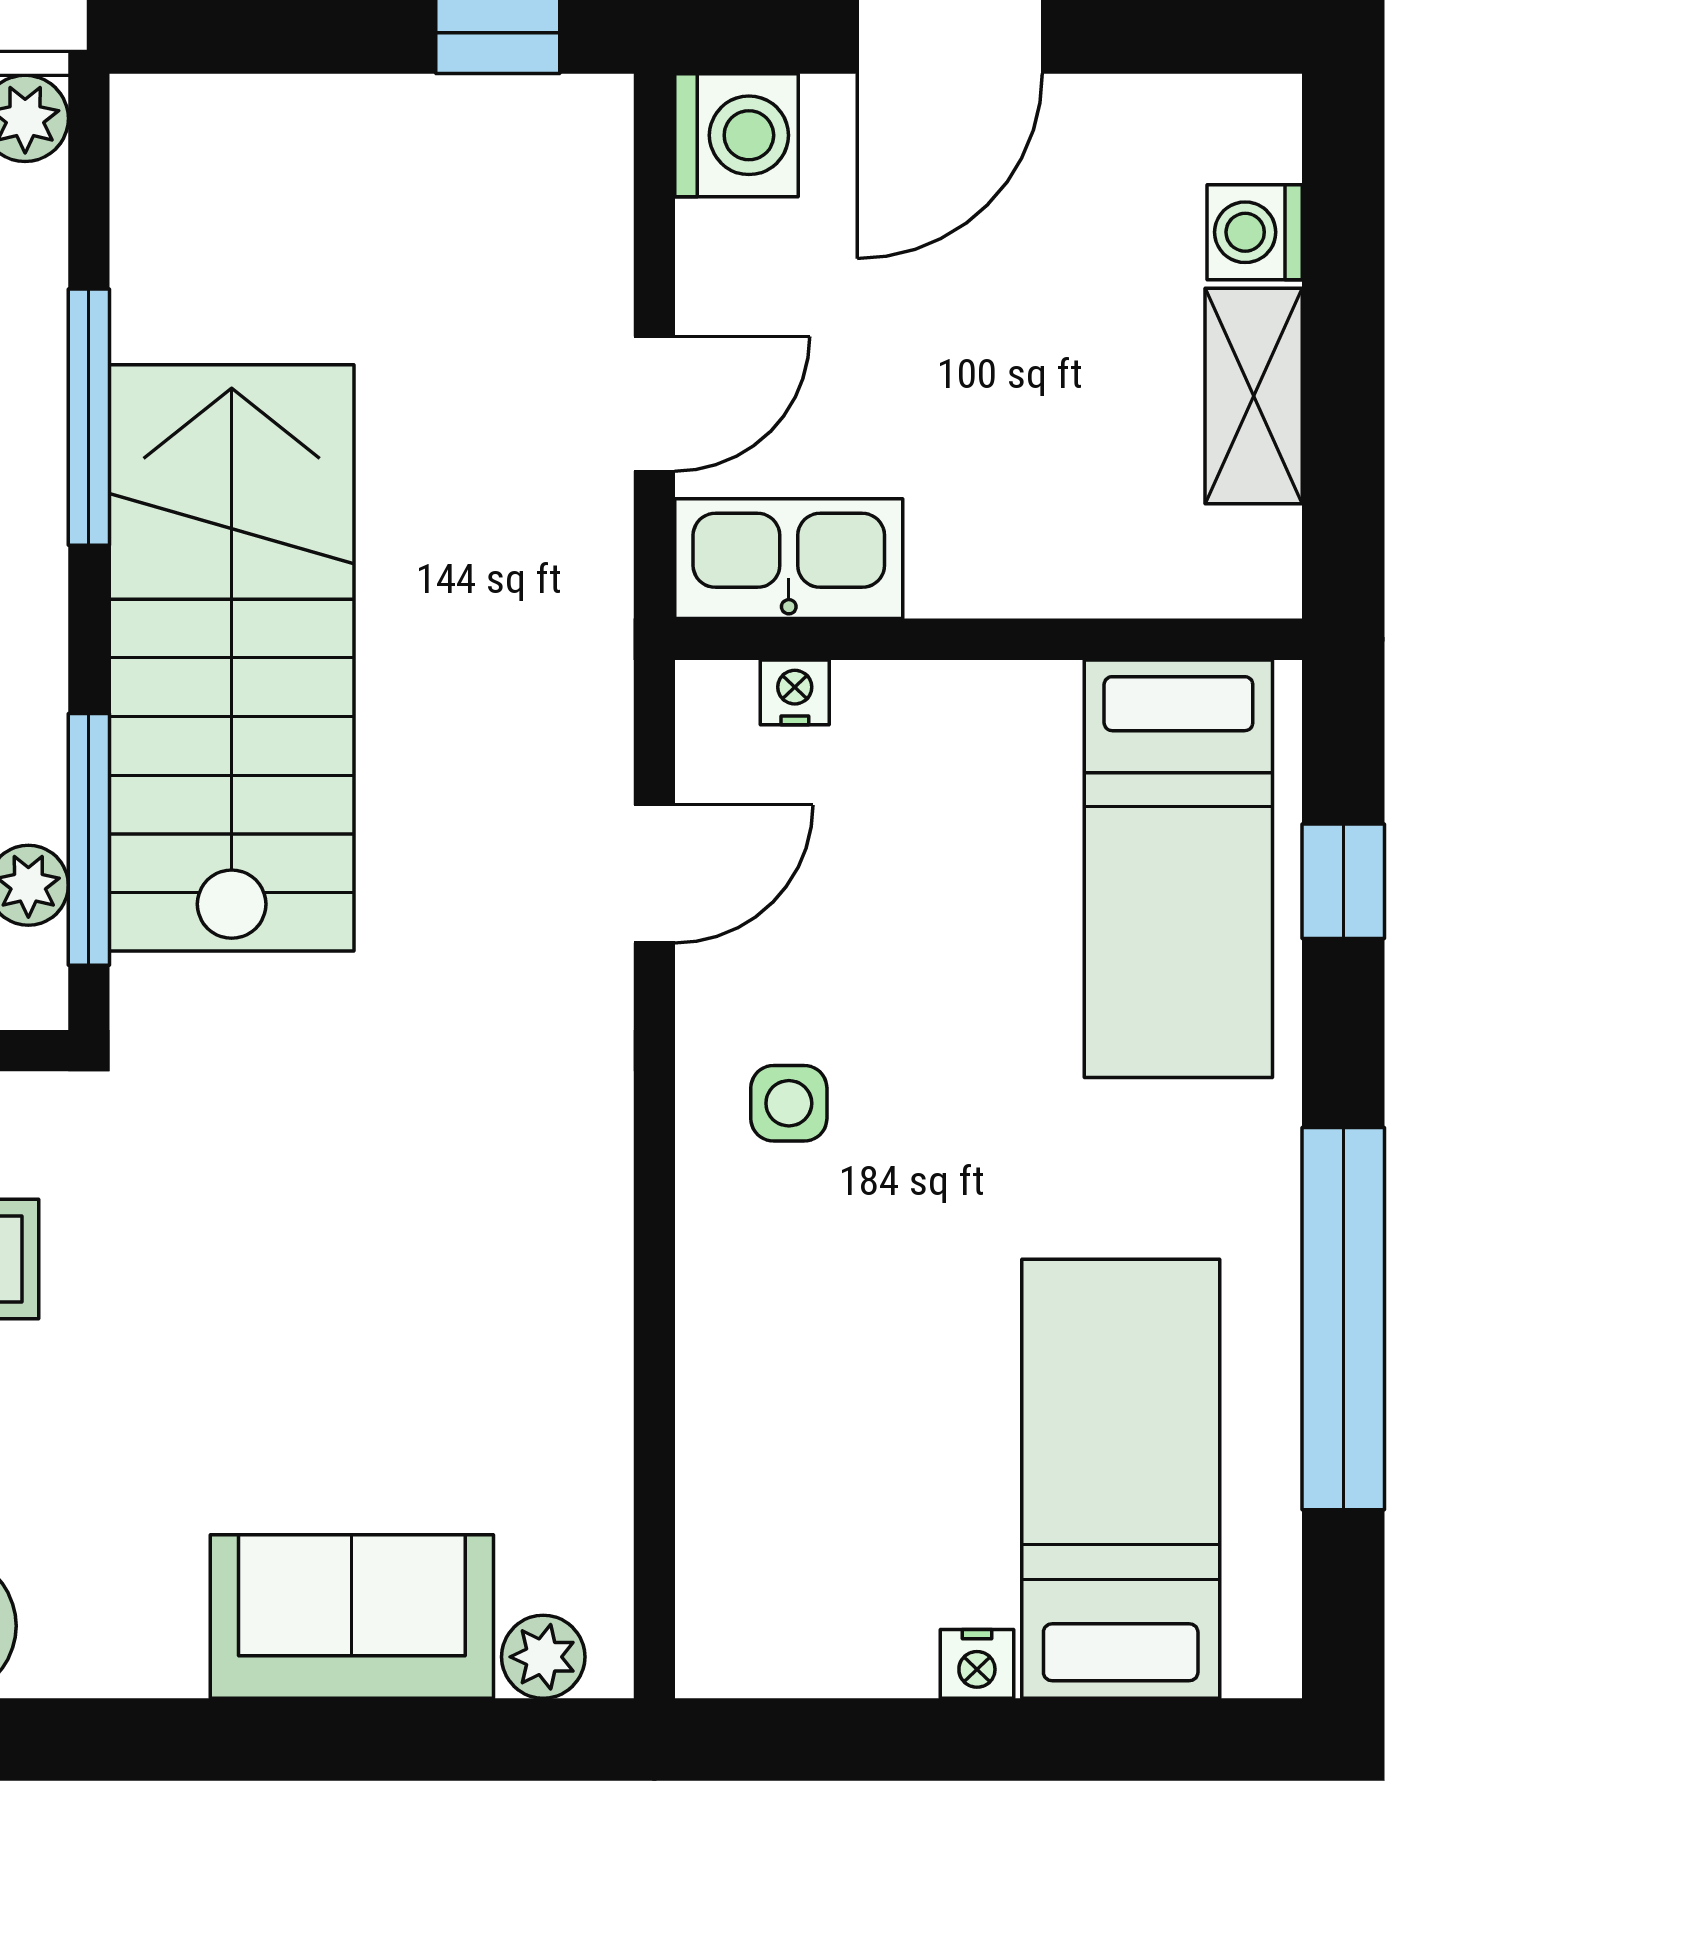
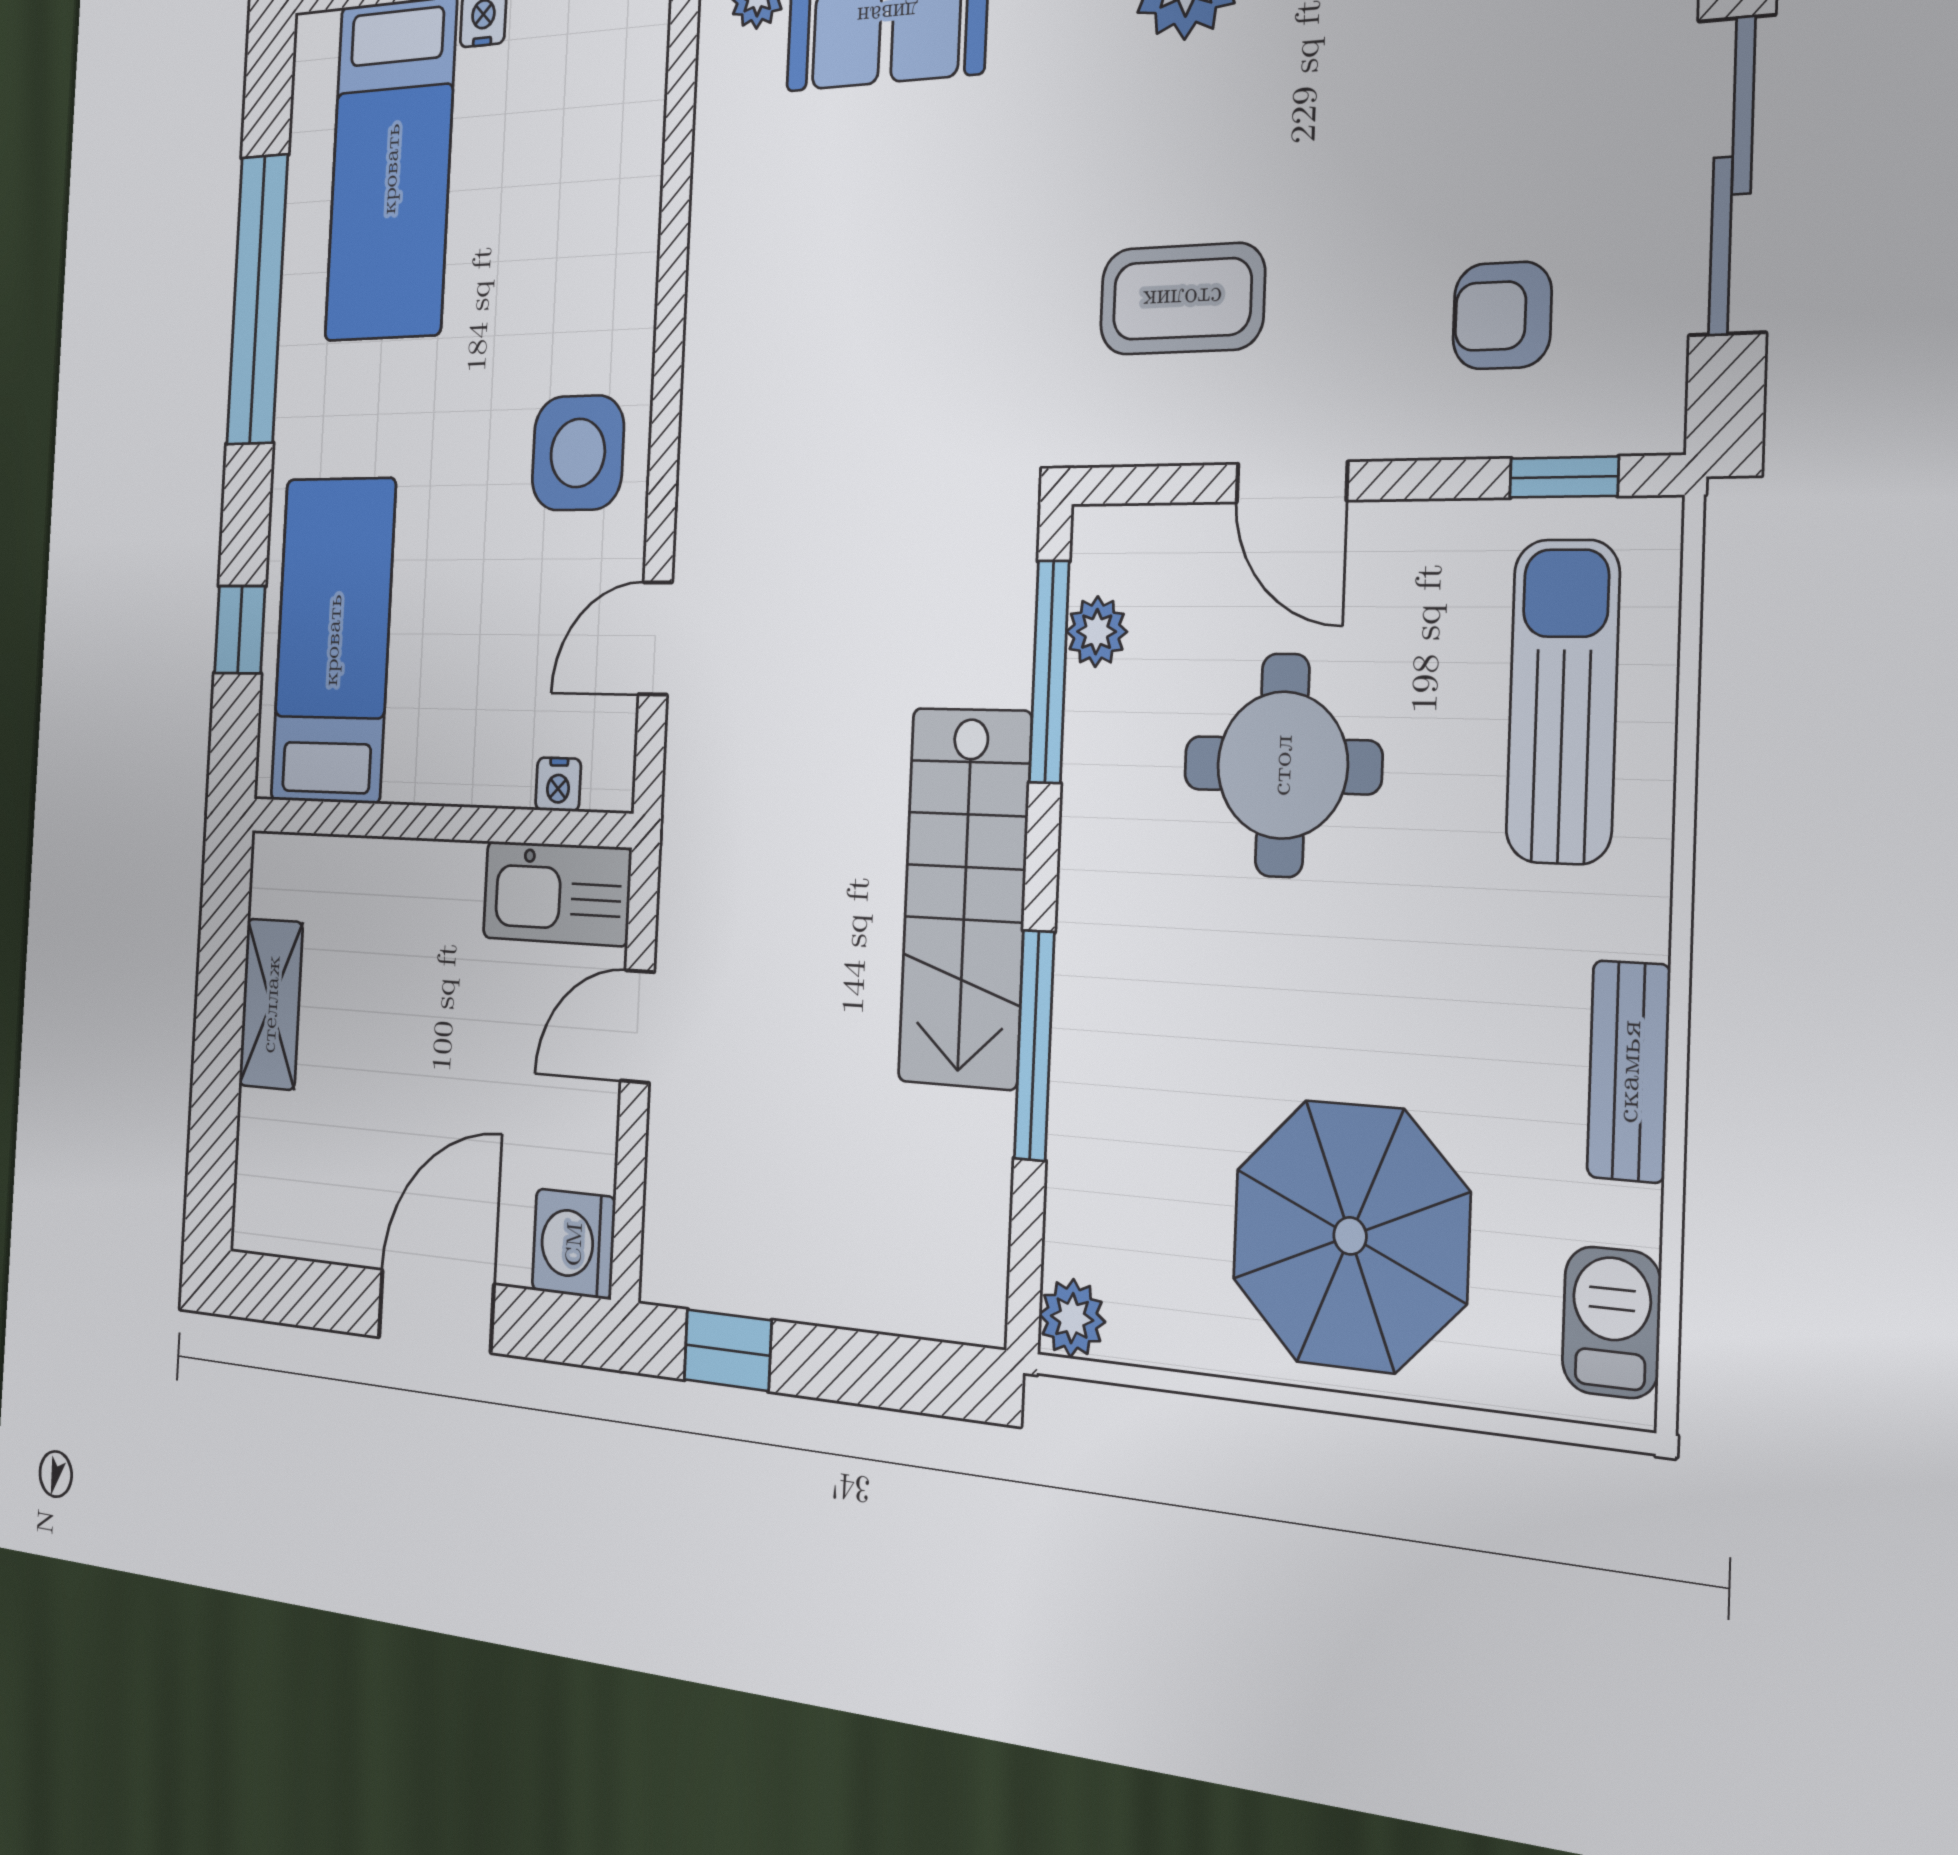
washing machine: (1255, 232) -> (264, 1131), removed
stairs: (232, 658) -> (965, 897), width x0.73, depth x0.66
side table: (789, 1103) -> (578, 453), width x1.87, depth x1.87

